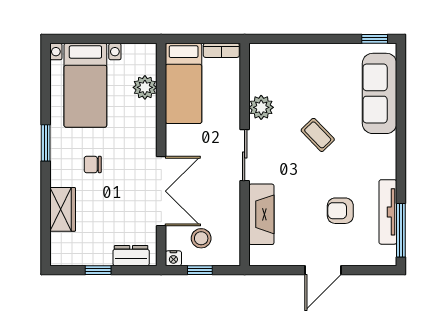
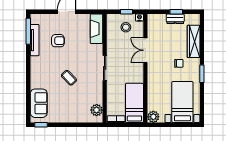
plant: (145, 87) -> (153, 117), moved
sofa: (380, 93) -> (39, 103), width x0.73
plant: (261, 107) -> (97, 110), moved
double door: (161, 191) -> (145, 50), width x0.73
wardrobe: (63, 209) -> (194, 41), width x1.50
fireplace: (261, 214) -> (96, 29), moved
dresser: (131, 256) -> (175, 19), moved

